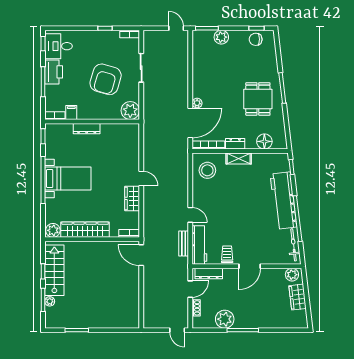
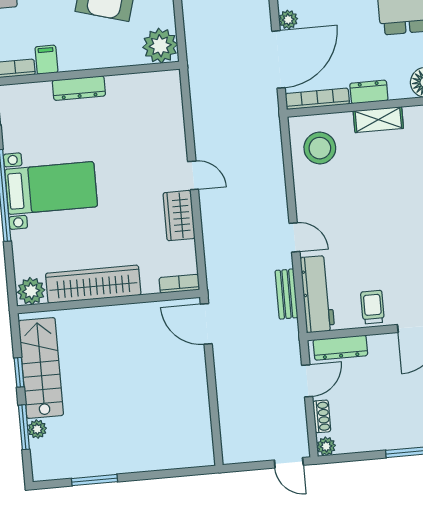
plant: (225, 319) -> (326, 446), moved, width x0.53, depth x0.53

